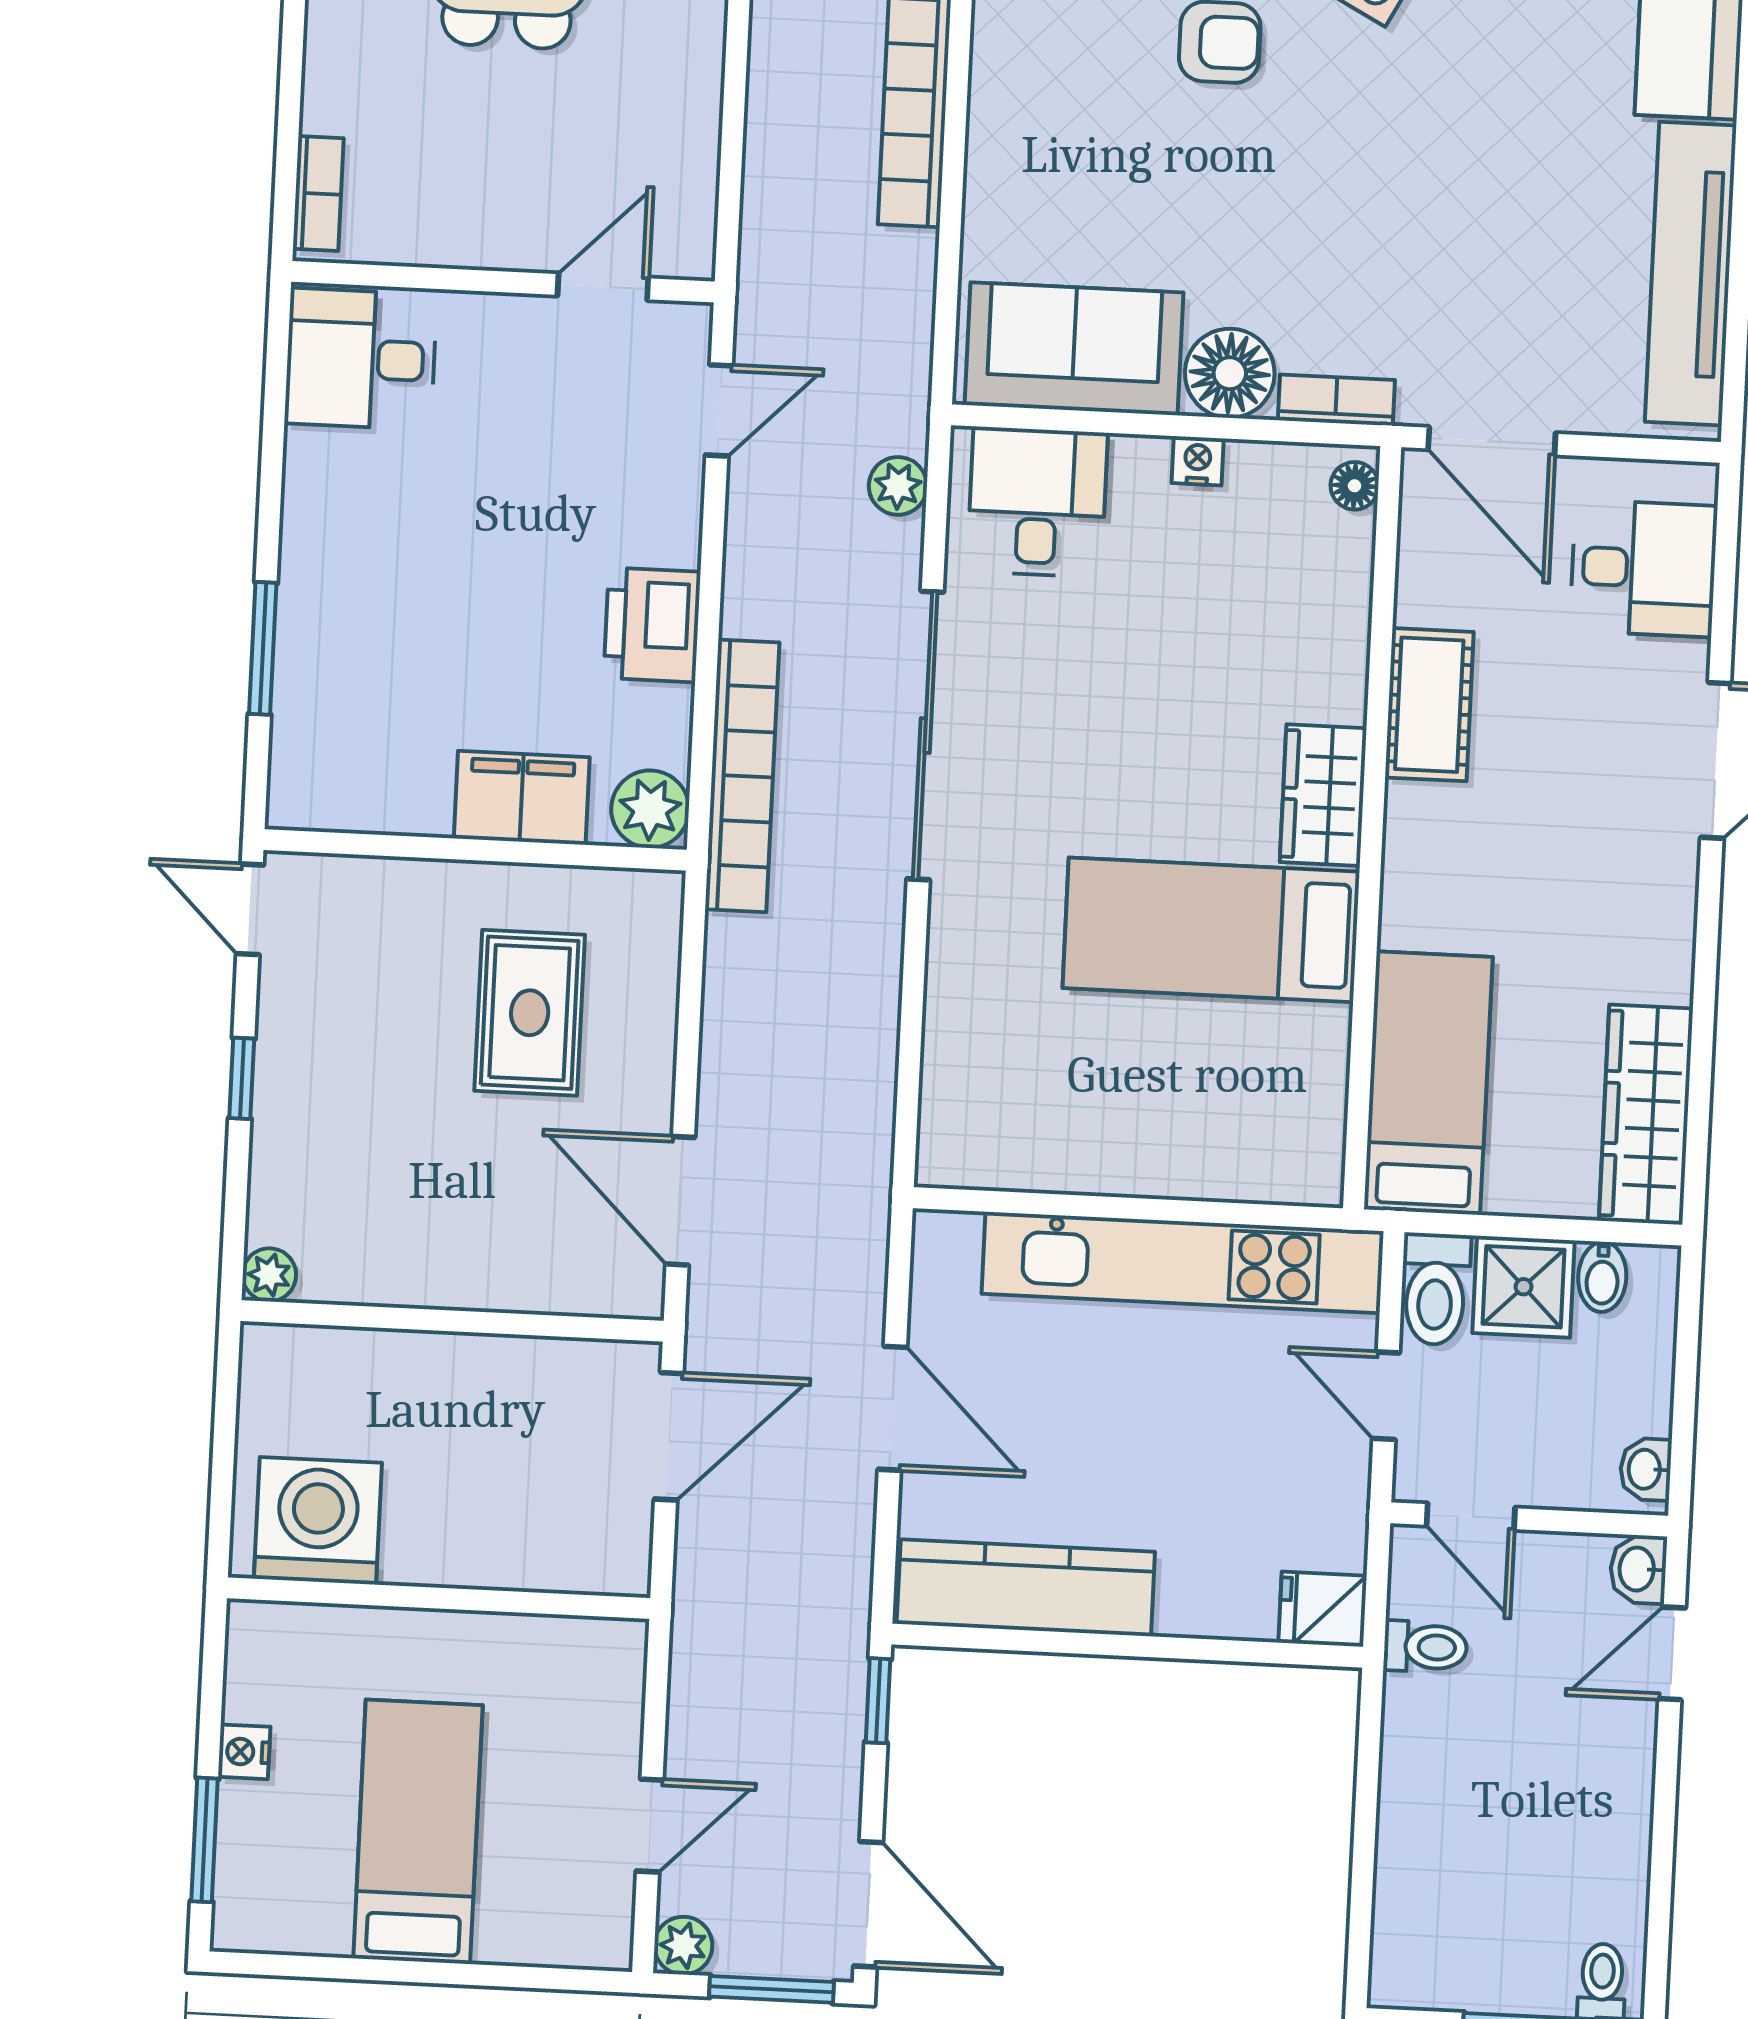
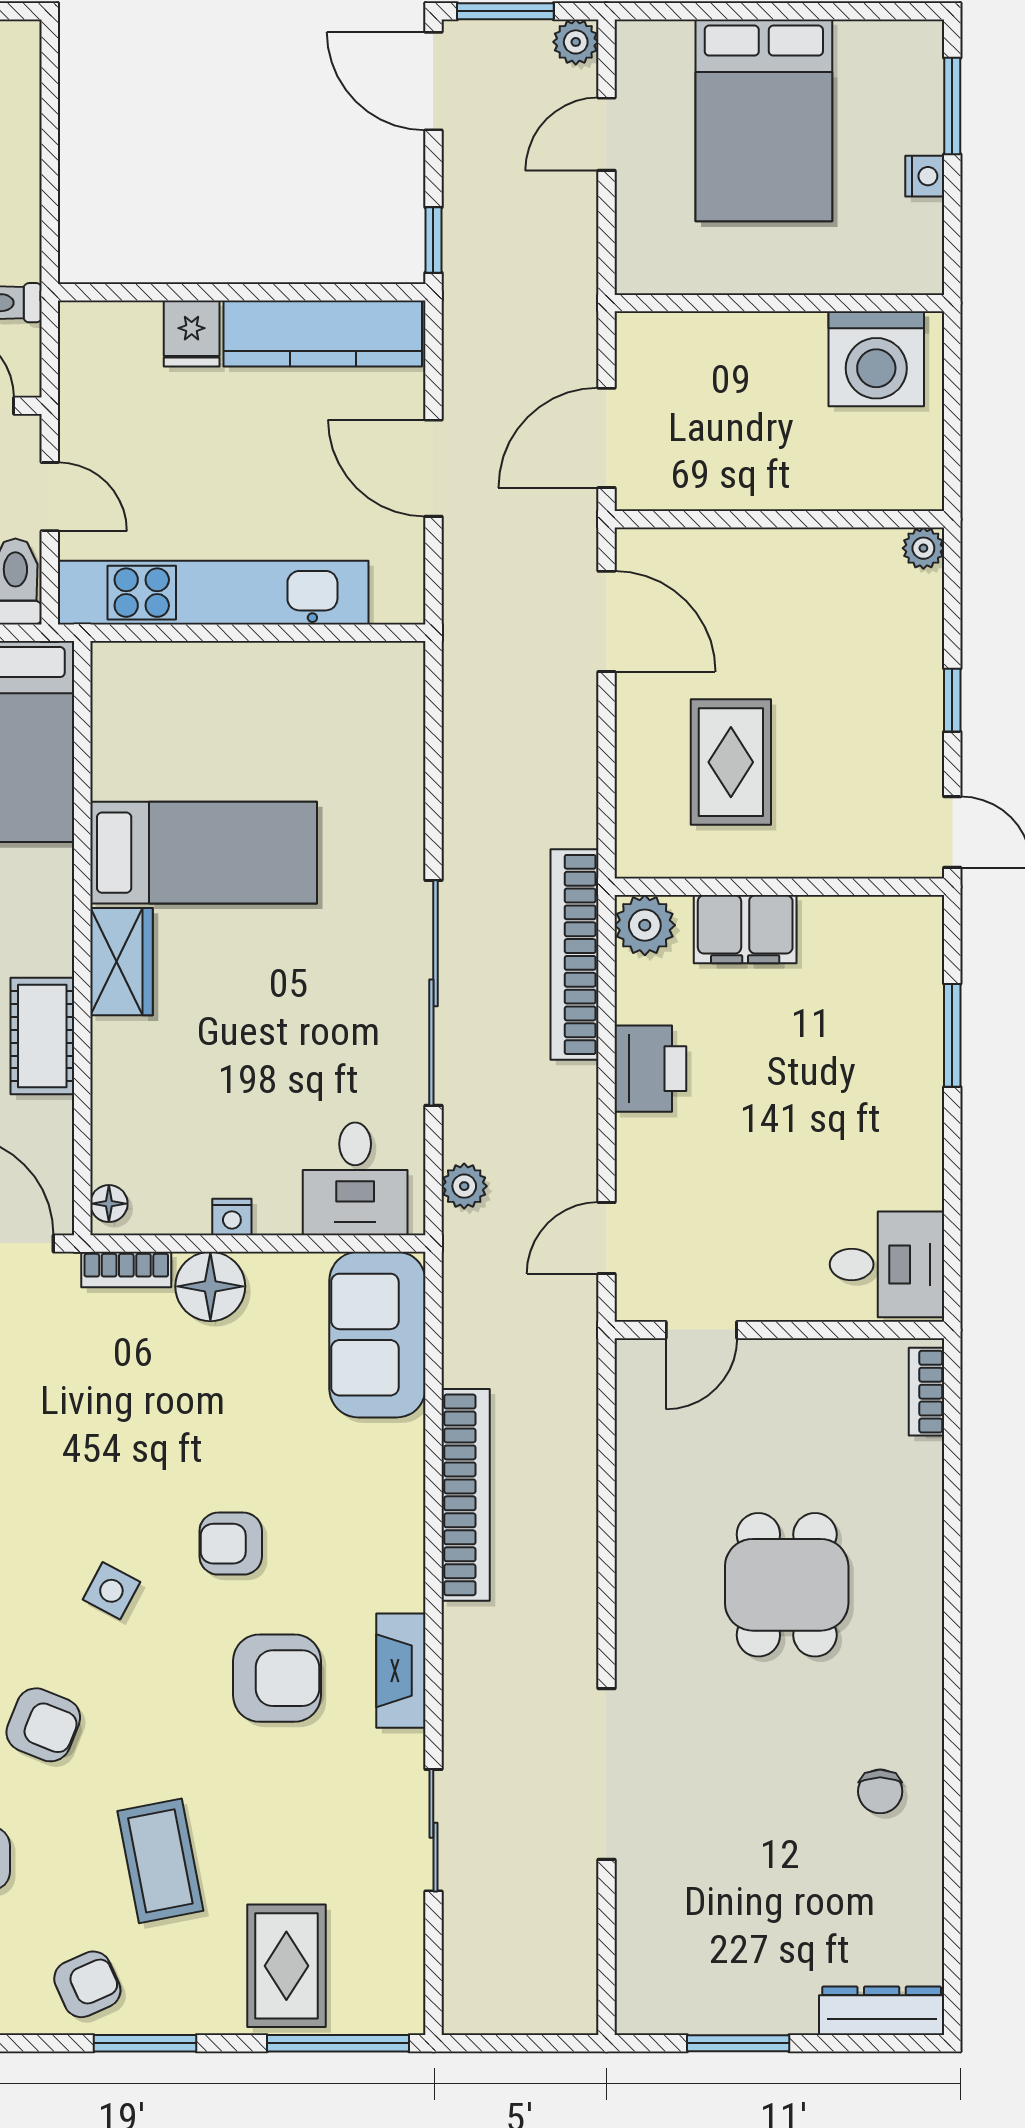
sofa: (1074, 349) -> (377, 1335), moved, turned 90
fridge: (1323, 1609) -> (192, 334), moved, turned 90
bed: (418, 1832) -> (764, 120), width x1.50

